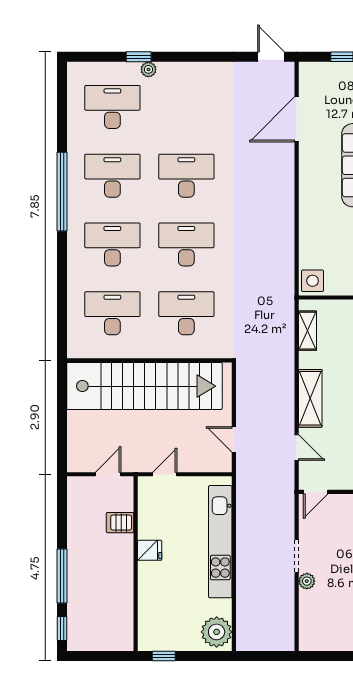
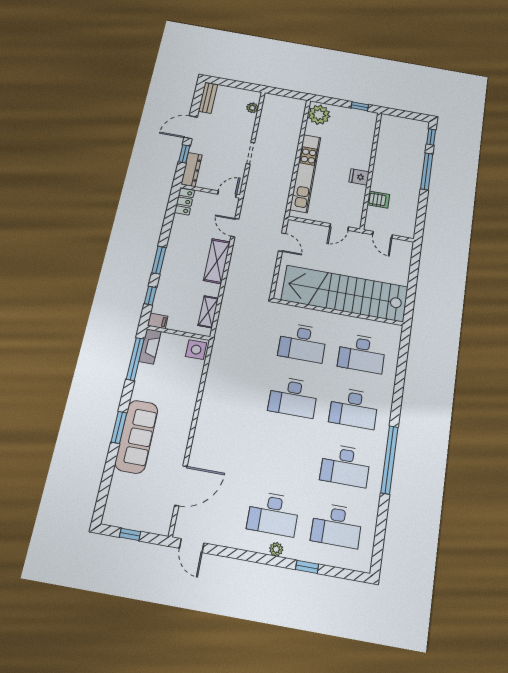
plant: (148, 69) -> (276, 549), moved
desk: (186, 176) -> (273, 514), moved
door: (108, 474) -> (382, 235), hinge flipped
plant: (307, 581) -> (252, 108), moved

